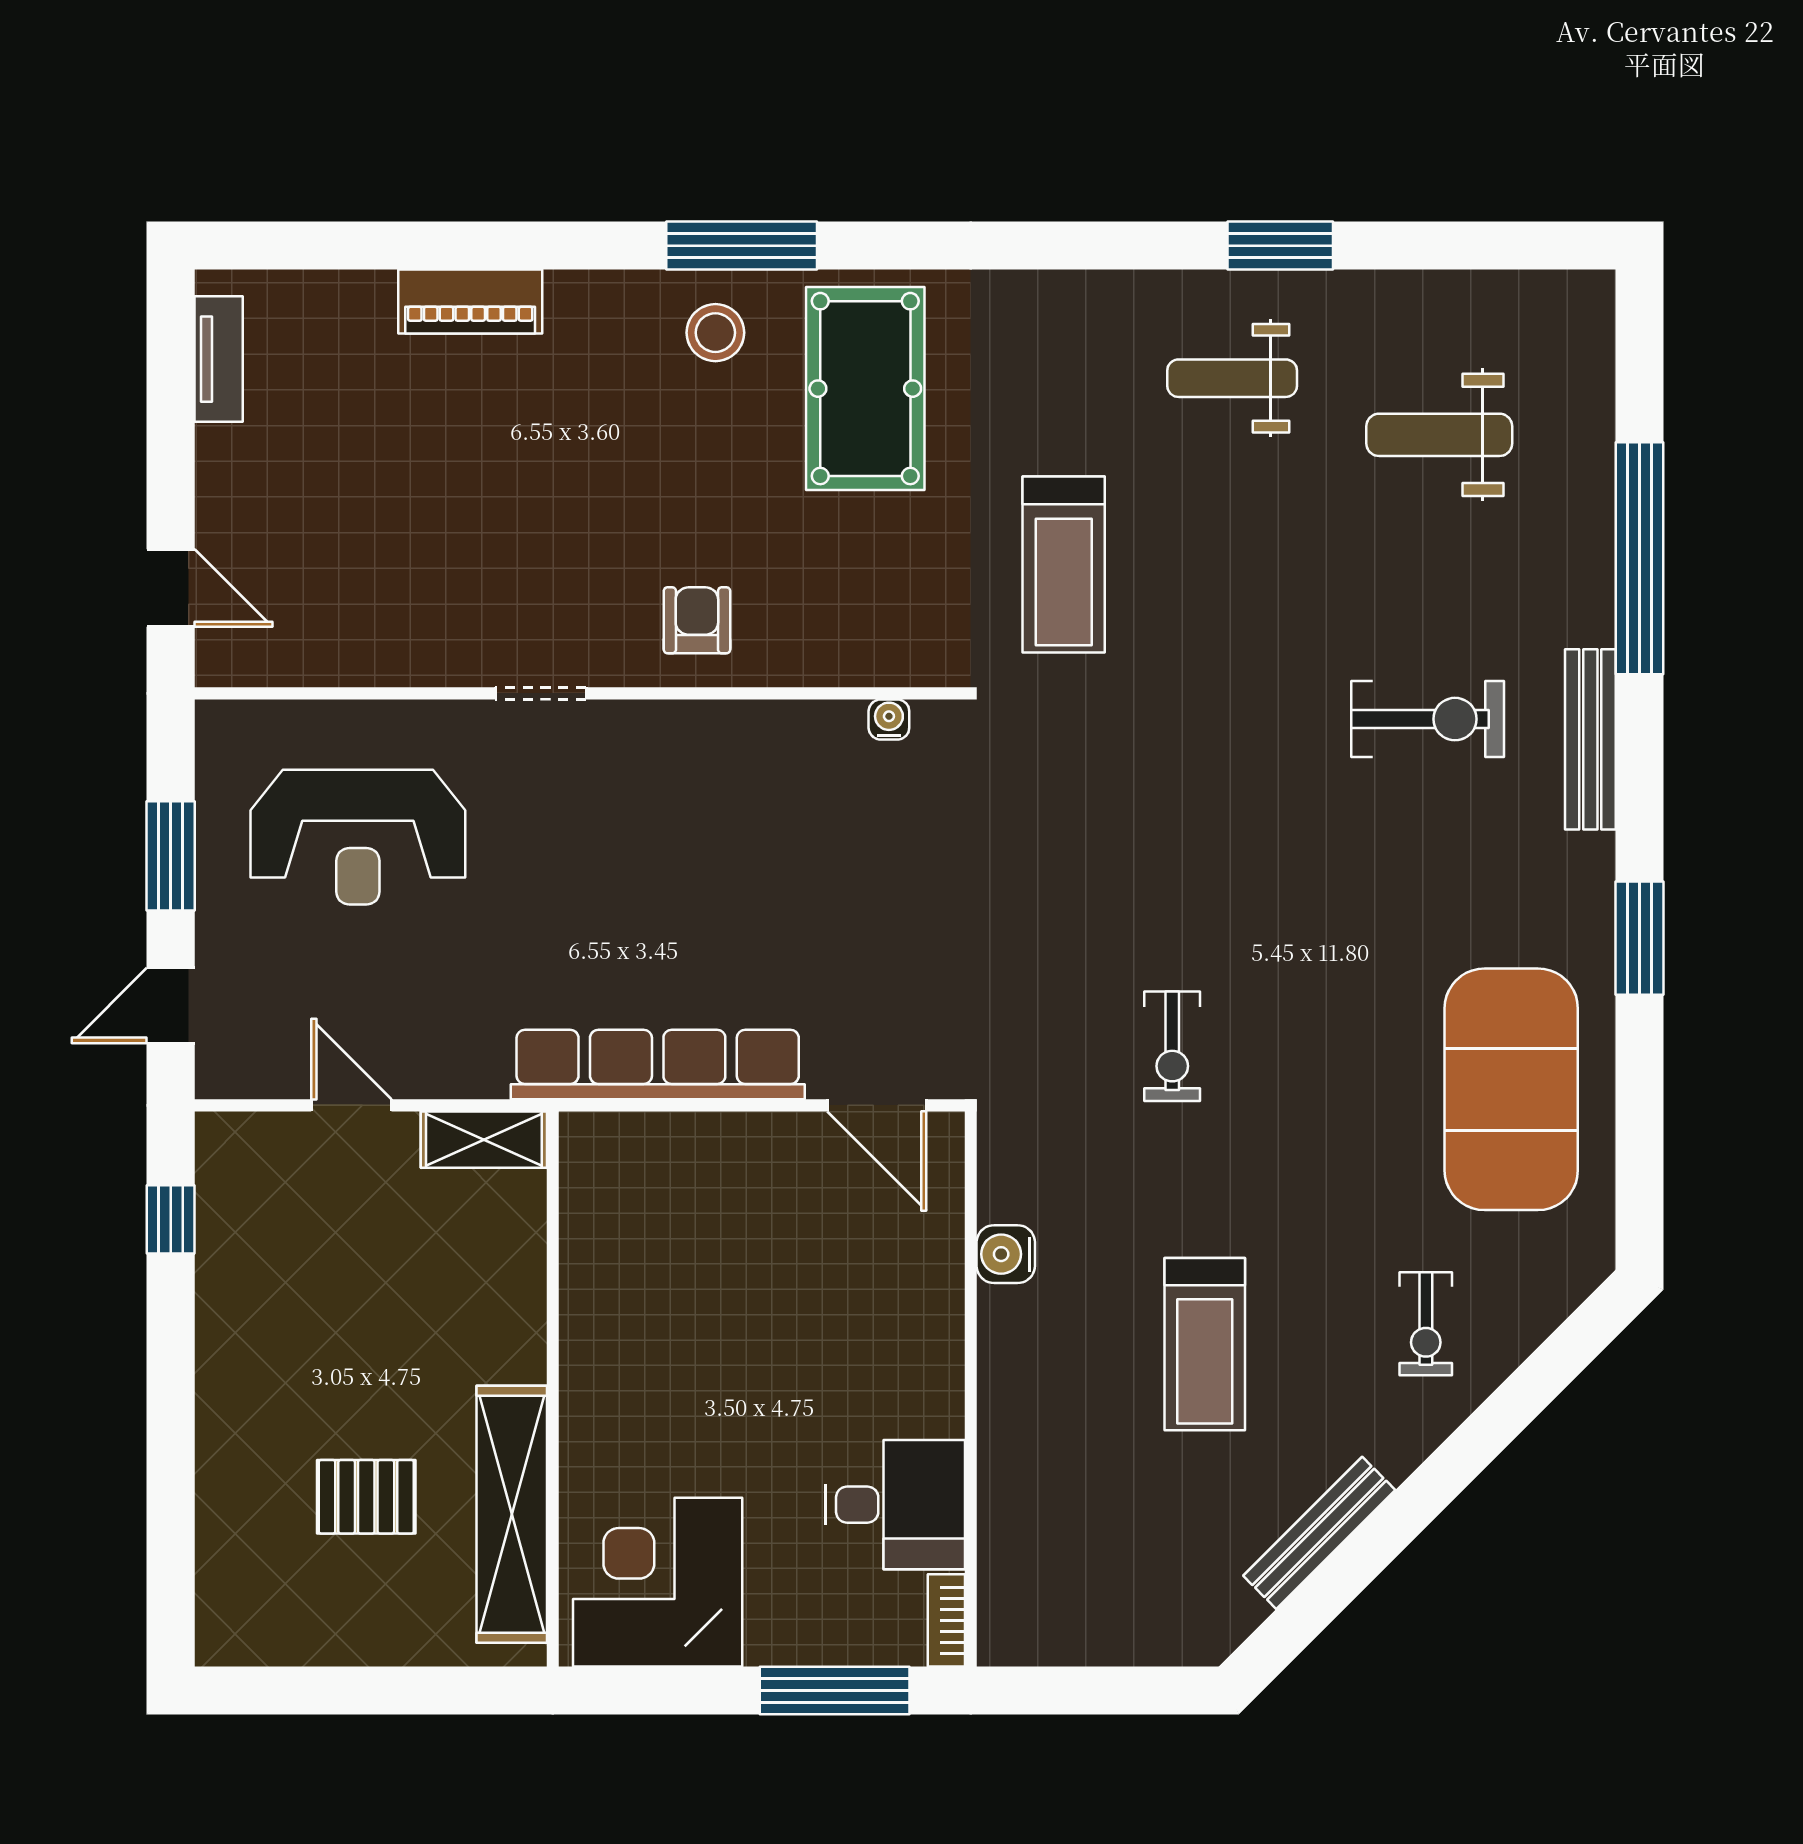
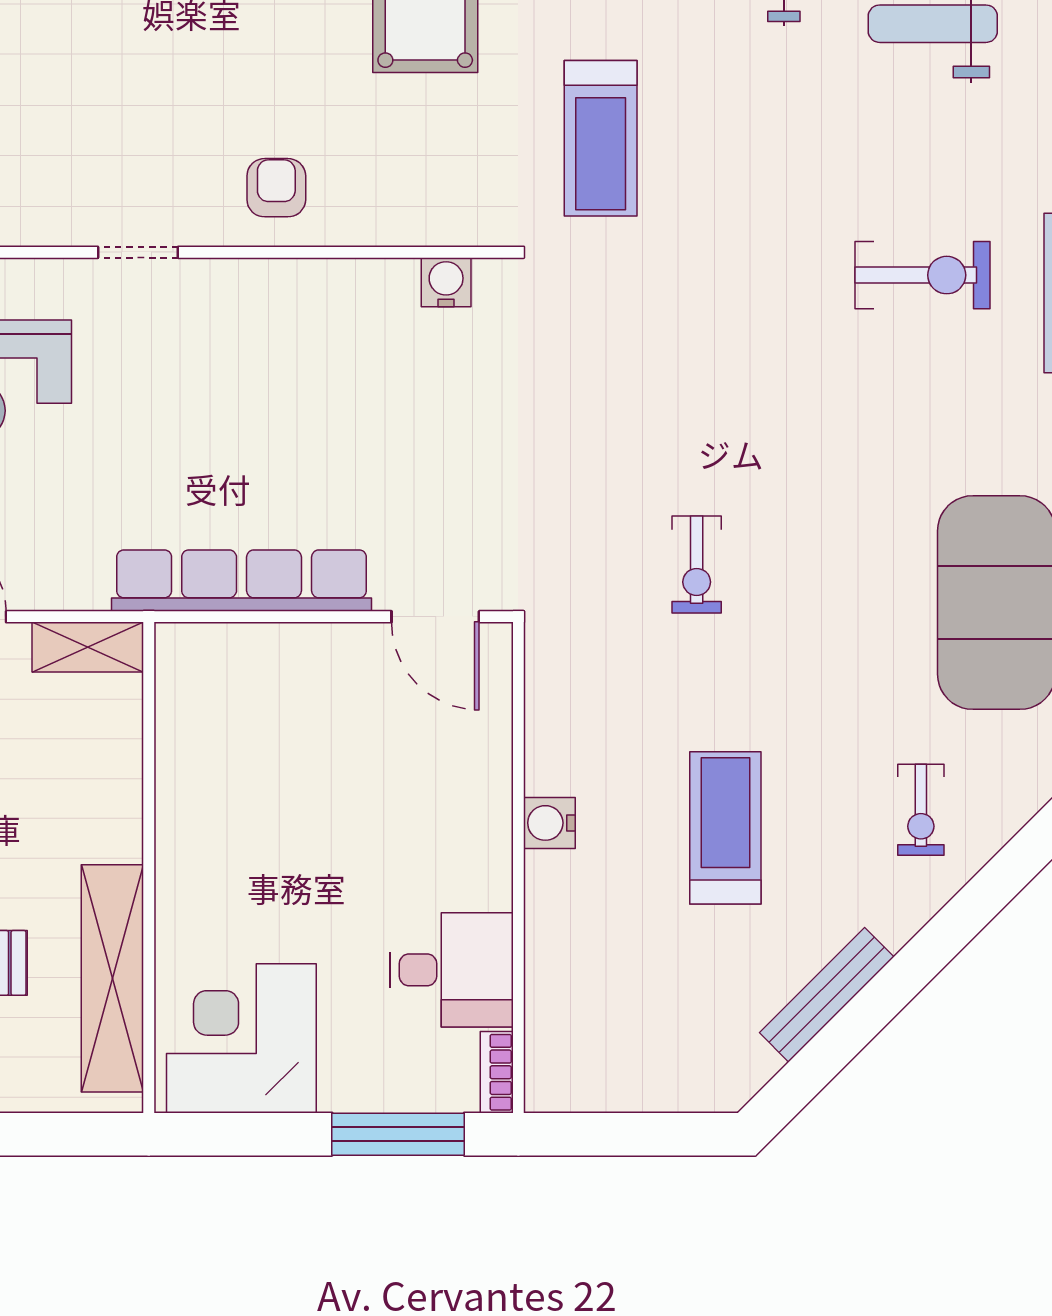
water cooler: (889, 720) -> (446, 282), width x1.38, depth x1.38
water cooler: (1006, 1254) -> (549, 823), moved
treadmill: (1205, 1344) -> (725, 828), turned 180

